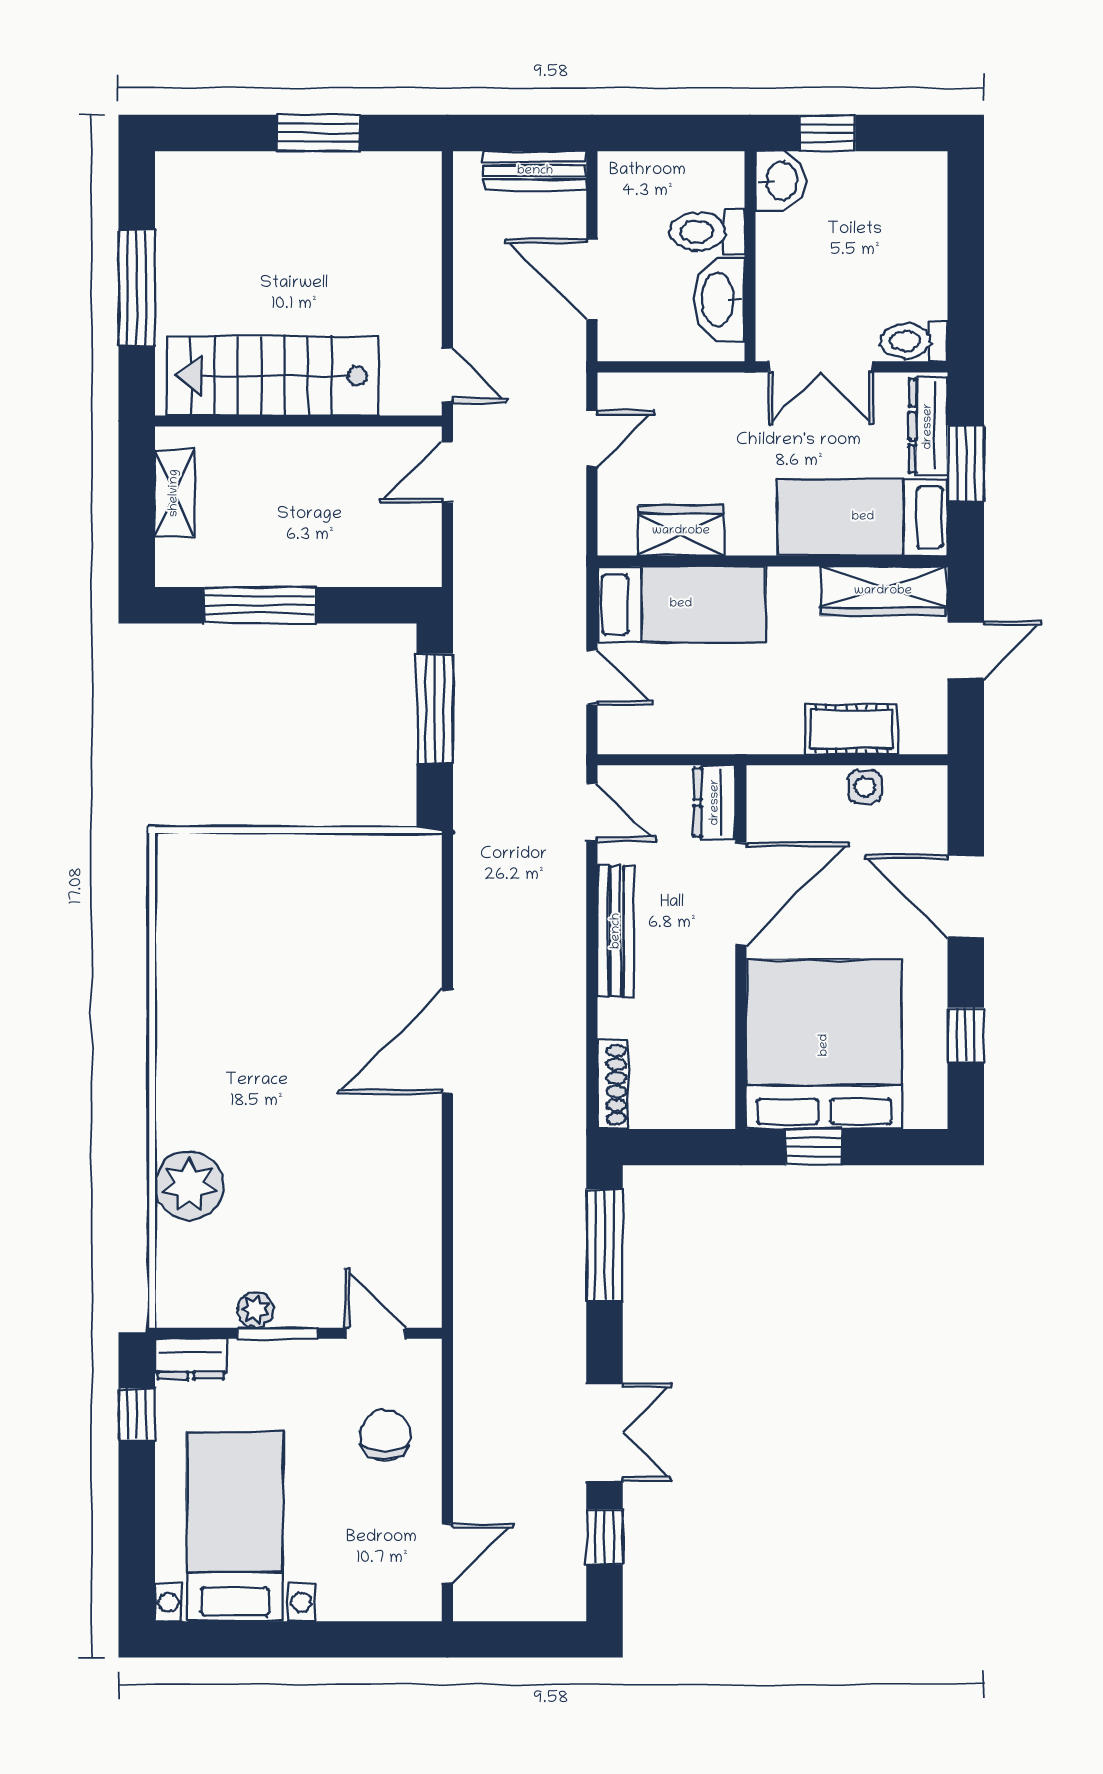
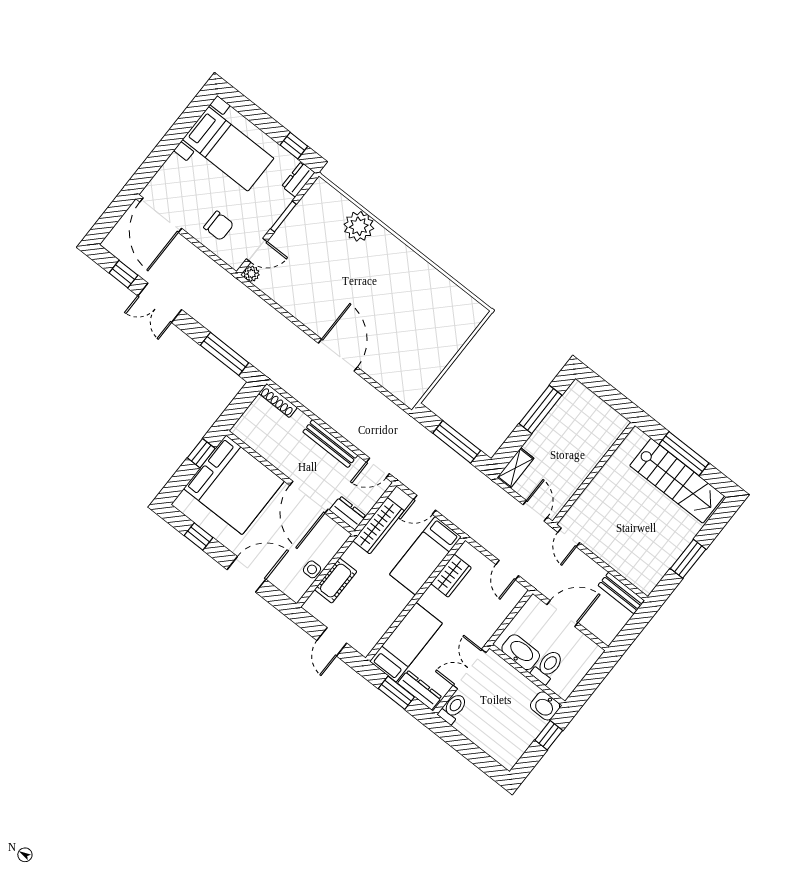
bench: (535, 171) -> (621, 593), moved, turned 90
door: (447, 375) -> (569, 537), hinge flipped
stairs: (273, 376) -> (677, 481), moved, turned 90
shelving: (174, 493) -> (515, 468), moved, turned 90
wardrobe: (883, 591) -> (378, 526), moved, turned 180
plant: (255, 1310) -> (251, 274), moved
door: (447, 1554) -> (161, 215), width x1.88

